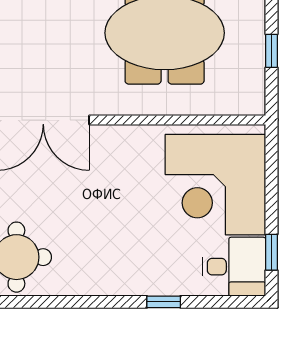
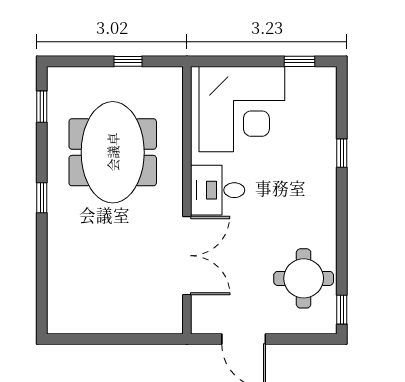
desk: (234, 267) -> (218, 190), moved, turned -90

